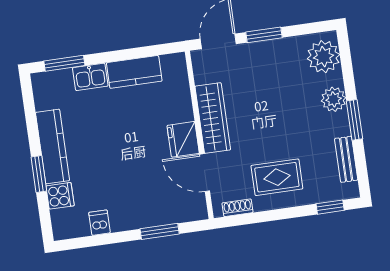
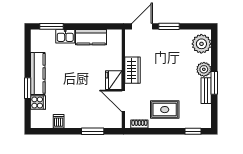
wardrobe: (213, 118) -> (133, 70), width x0.67
bench: (346, 159) -> (206, 91), moved

